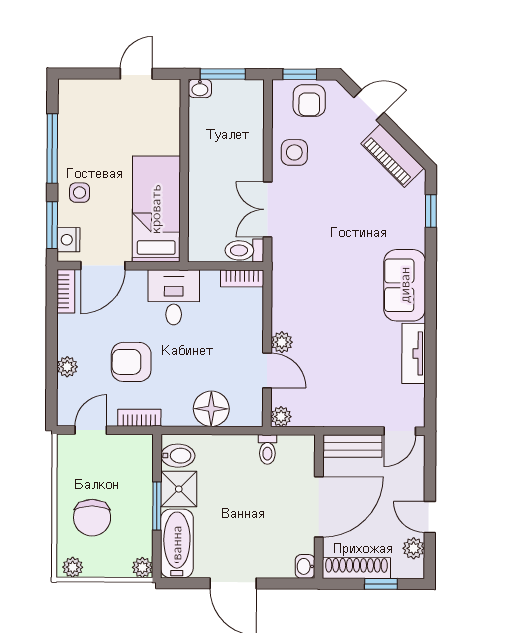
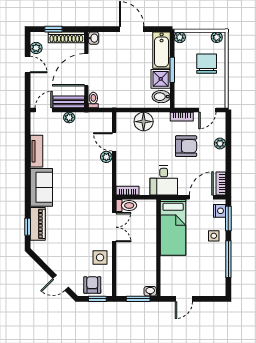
piano: (392, 156) -> (38, 224), moved, turned 45
plant: (281, 417) -> (69, 118), moved
toilet: (267, 449) -> (93, 100), moved

